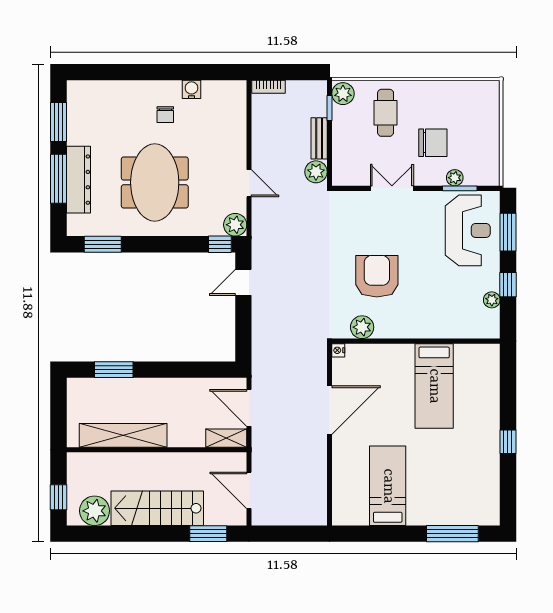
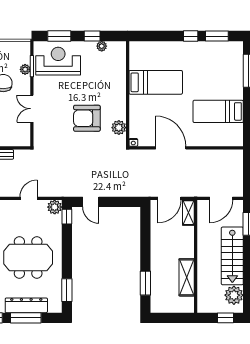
plant: (316, 172) -> (21, 156), removed
shelving: (123, 435) -> (187, 277), width x0.68
window: (508, 484) -> (217, 36), added

